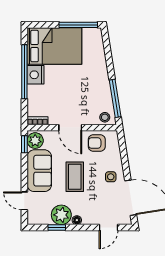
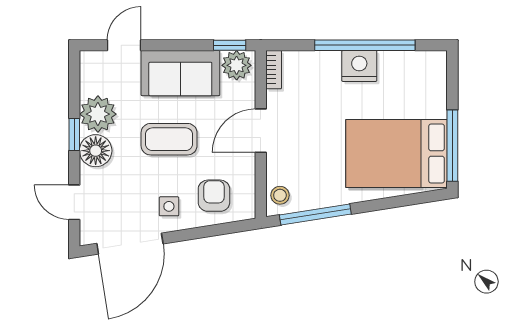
bed: (54, 46) -> (396, 154), moved, turned 90
armchair: (97, 143) -> (214, 196), moved
floor lamp: (77, 220) -> (96, 151), width x1.89, depth x1.89
window: (57, 227) -> (74, 135), moved

